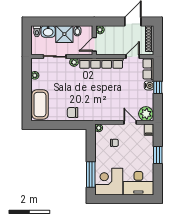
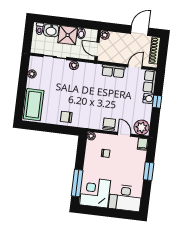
door: (94, 44) -> (97, 49), hinge flipped
row of seats: (101, 63) -> (113, 71), width x0.50
chair: (115, 114) -> (109, 124), added

